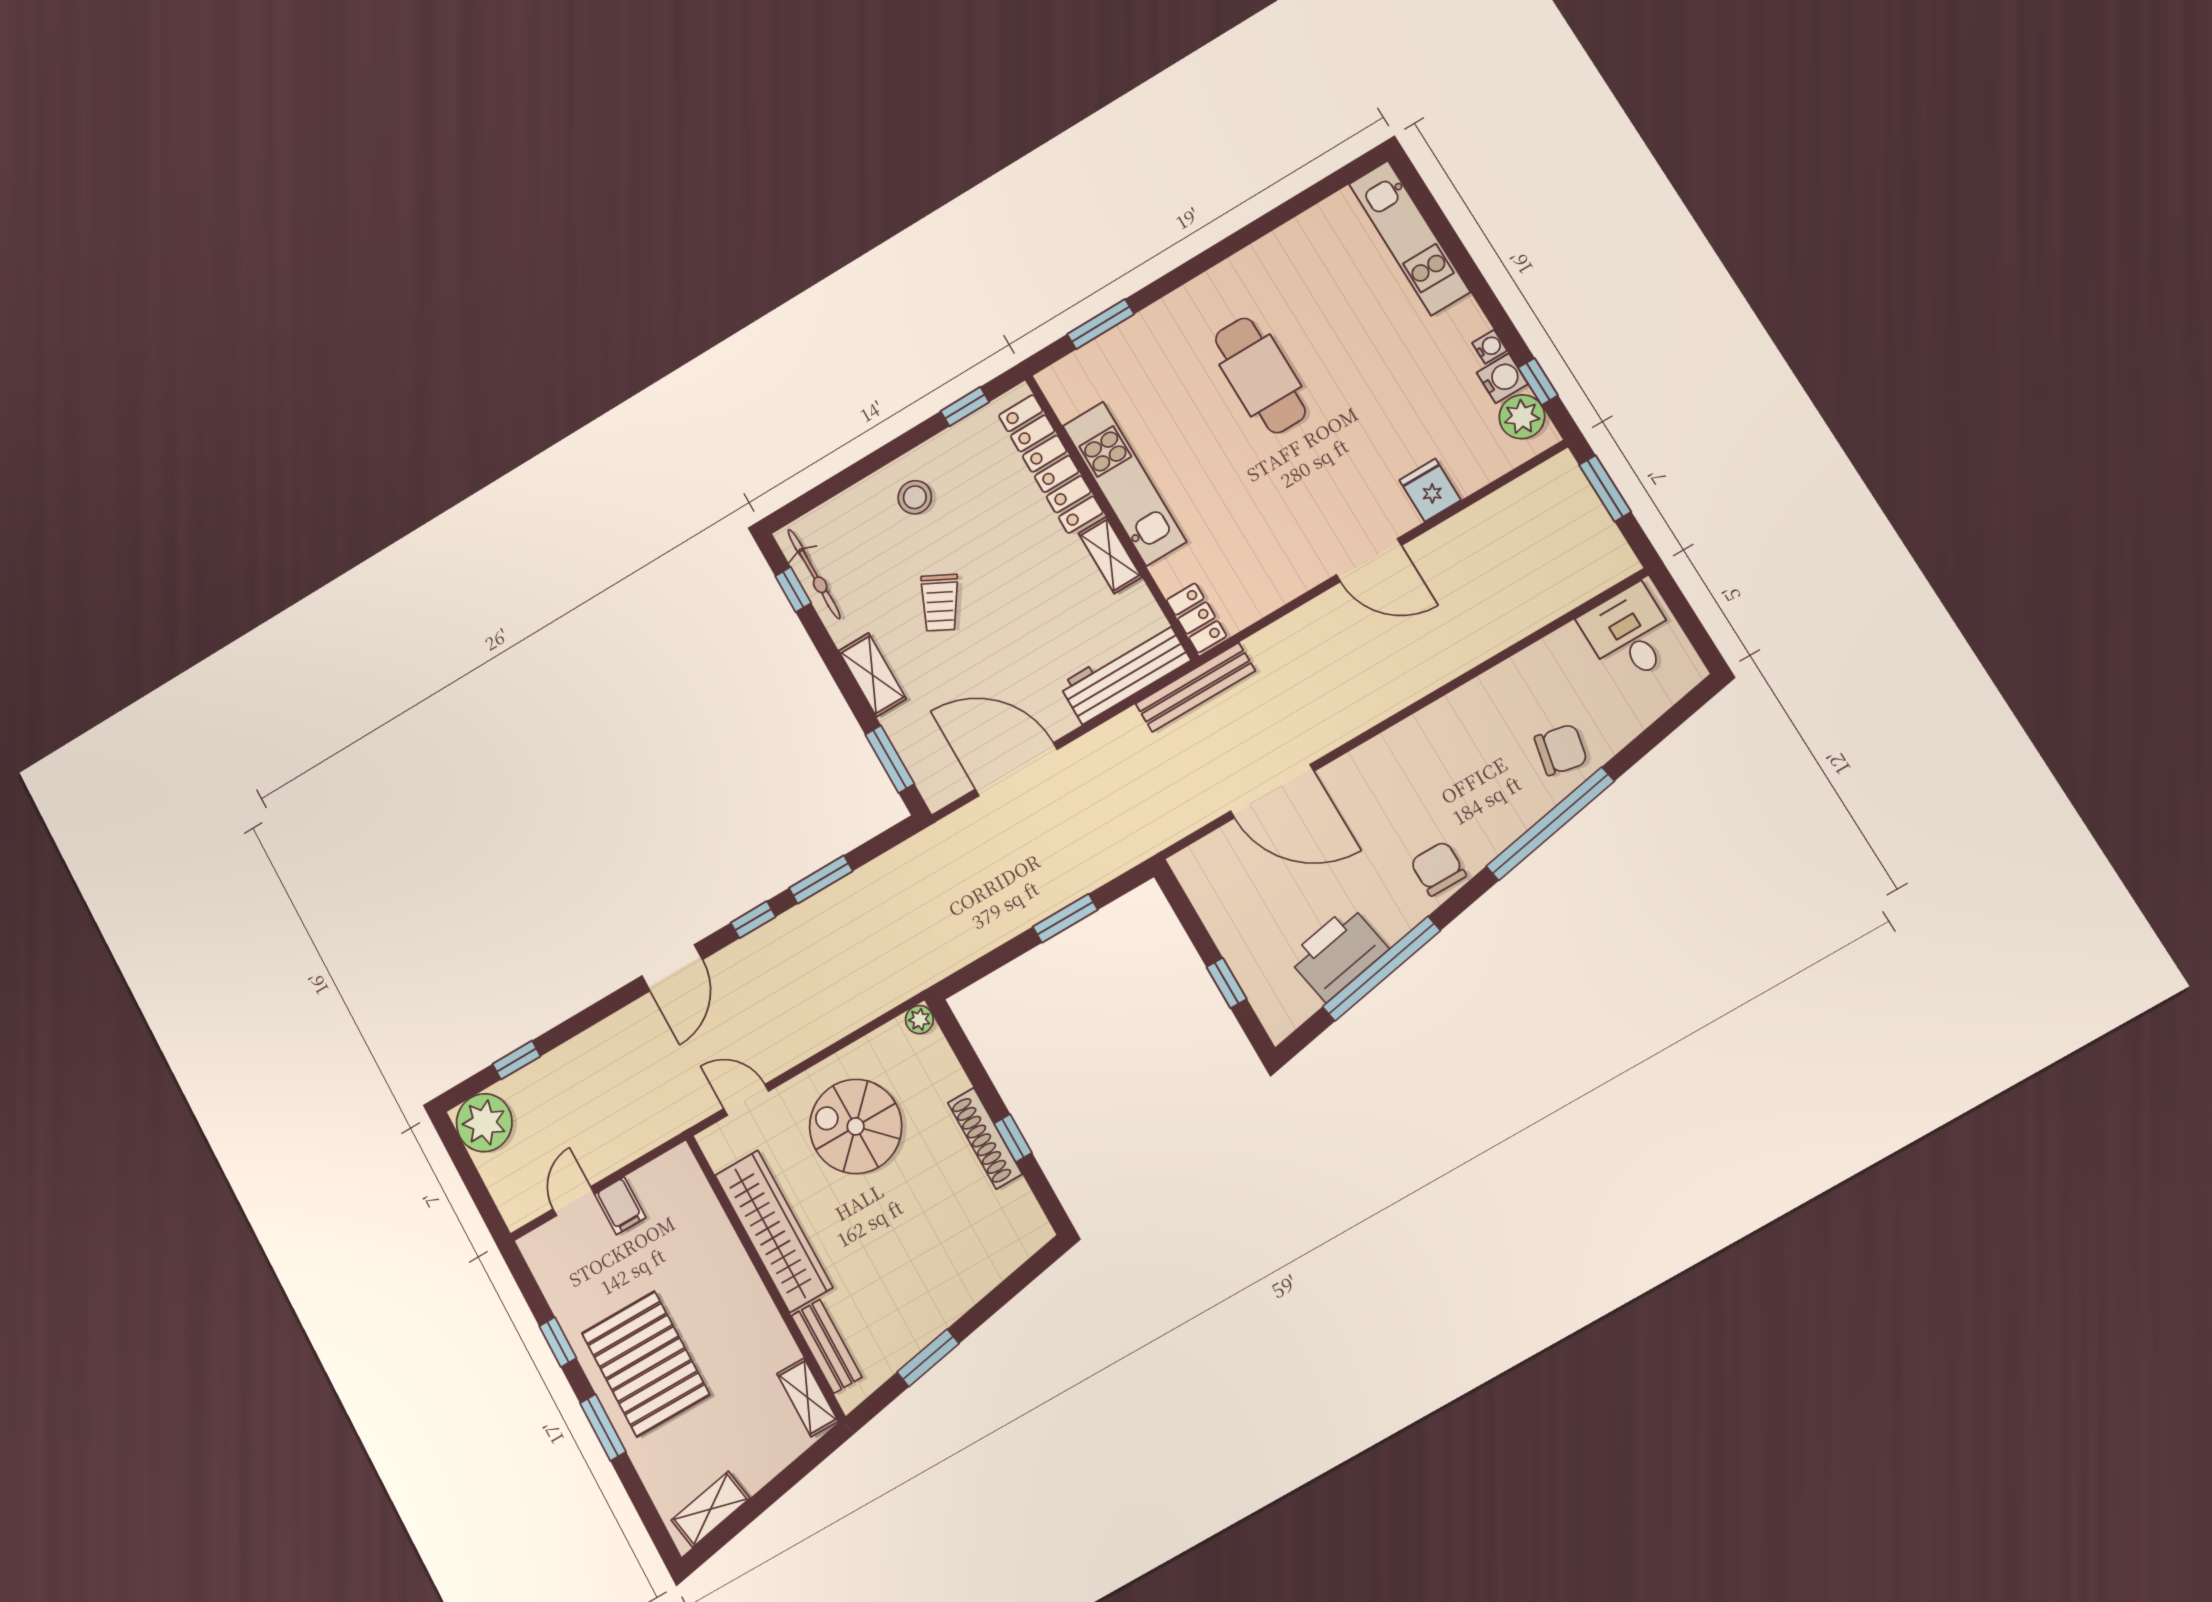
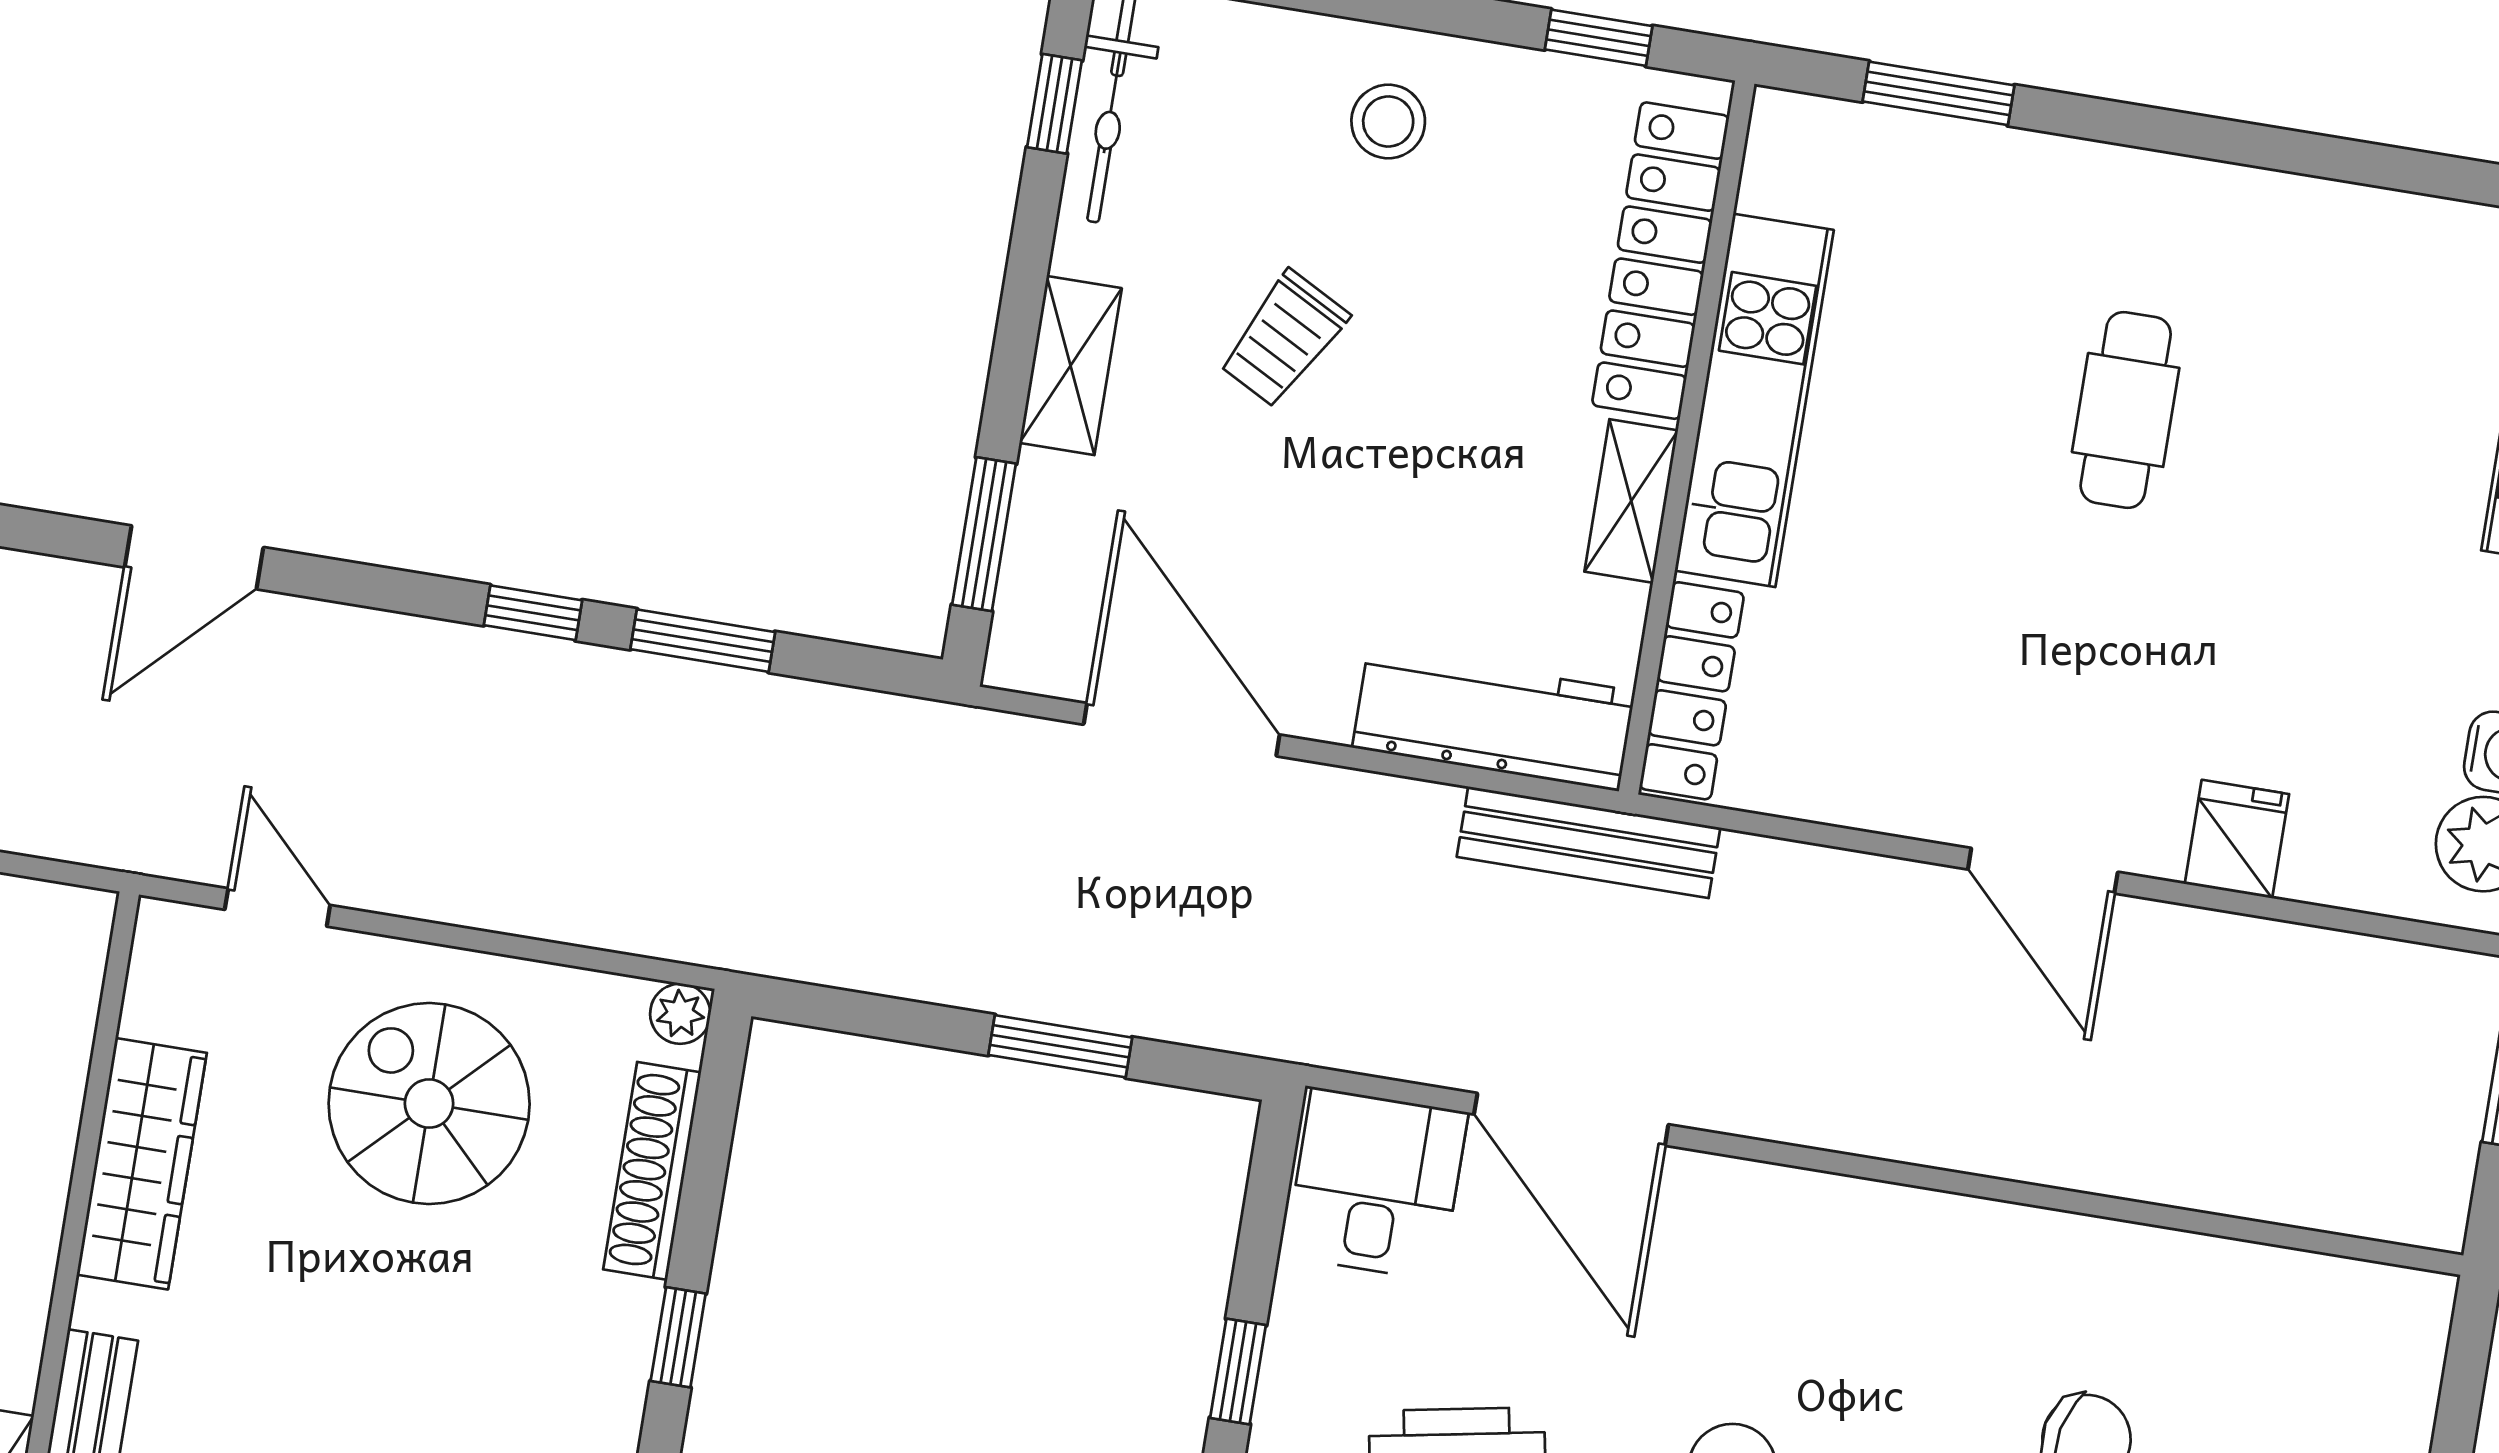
cafe table: (1260, 375) -> (2126, 410), width x0.73, depth x0.74
locker: (1196, 618) -> (1692, 691), width x1.53
desk: (1630, 634) -> (1376, 1184), moved
door: (672, 968) -> (194, 557), moved
shoe rack: (985, 1138) -> (652, 1171), moved
wardrobe: (774, 1231) -> (142, 1164), width x0.71, depth x0.85

